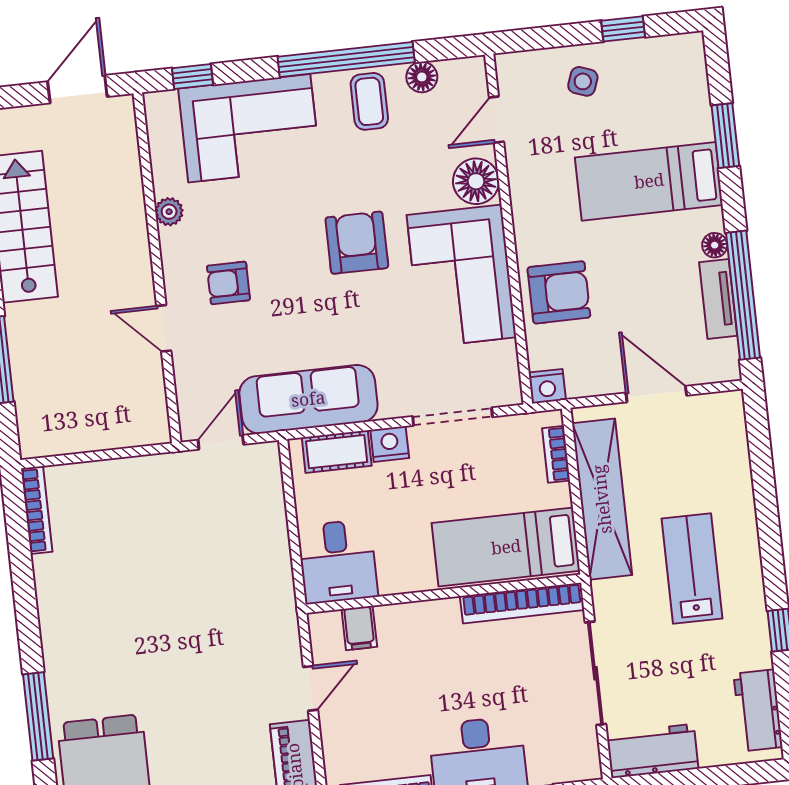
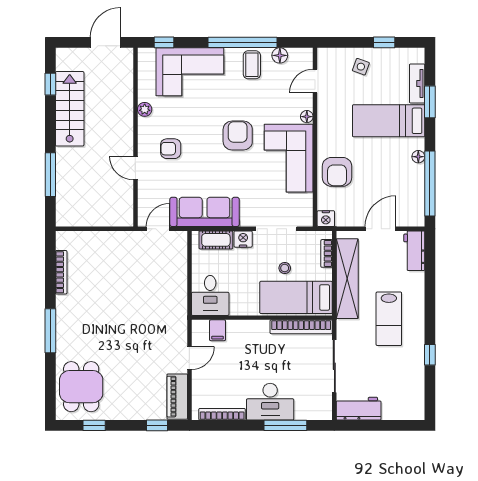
floor lamp: (476, 181) -> (307, 117), width x0.53, depth x0.53
armchair: (559, 292) -> (337, 172), turned 90
tv unit: (718, 299) -> (417, 83), moved
door: (656, 394) -> (381, 229), hinge flipped
stool: (477, 492) -> (285, 268), added
bookcase: (37, 510) -> (61, 272), moved
lab bench: (692, 568) -> (389, 319), turned 180
workbench: (758, 710) -> (414, 251), moved
window: (38, 716) -> (50, 331), moved

